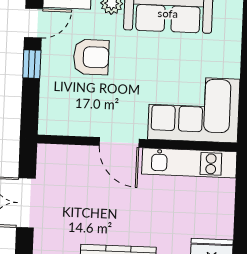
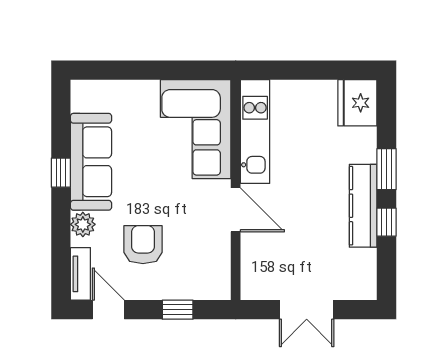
window: (32, 64) -> (178, 310), moved
door: (119, 142) -> (236, 210), hinge flipped

